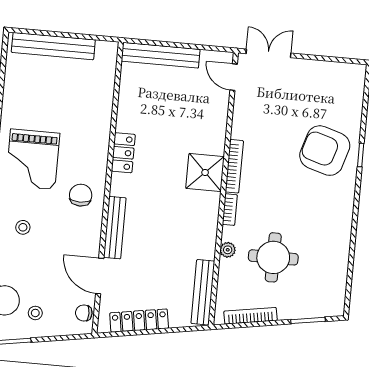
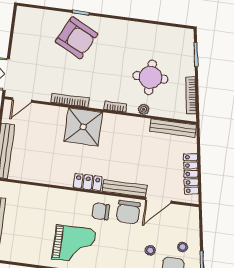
armchair: (325, 151) -> (76, 38), turned -80
locker: (123, 153) -> (88, 182), moved
bookcase: (234, 166) -> (70, 100), moved
shower: (205, 172) -> (83, 127), width x1.37, depth x1.37
stool: (23, 227) -> (150, 250), moved
chair: (84, 313) -> (128, 212), moved, width x1.87, depth x1.87

